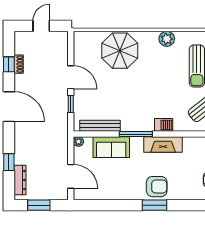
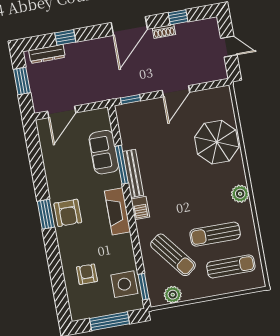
shoe rack: (19, 64) -> (164, 31), moved
window: (71, 104) -> (131, 99), moved
bench: (100, 126) -> (133, 173), moved
window: (136, 134) -> (122, 165), moved
plant: (78, 142) -> (103, 113), removed

